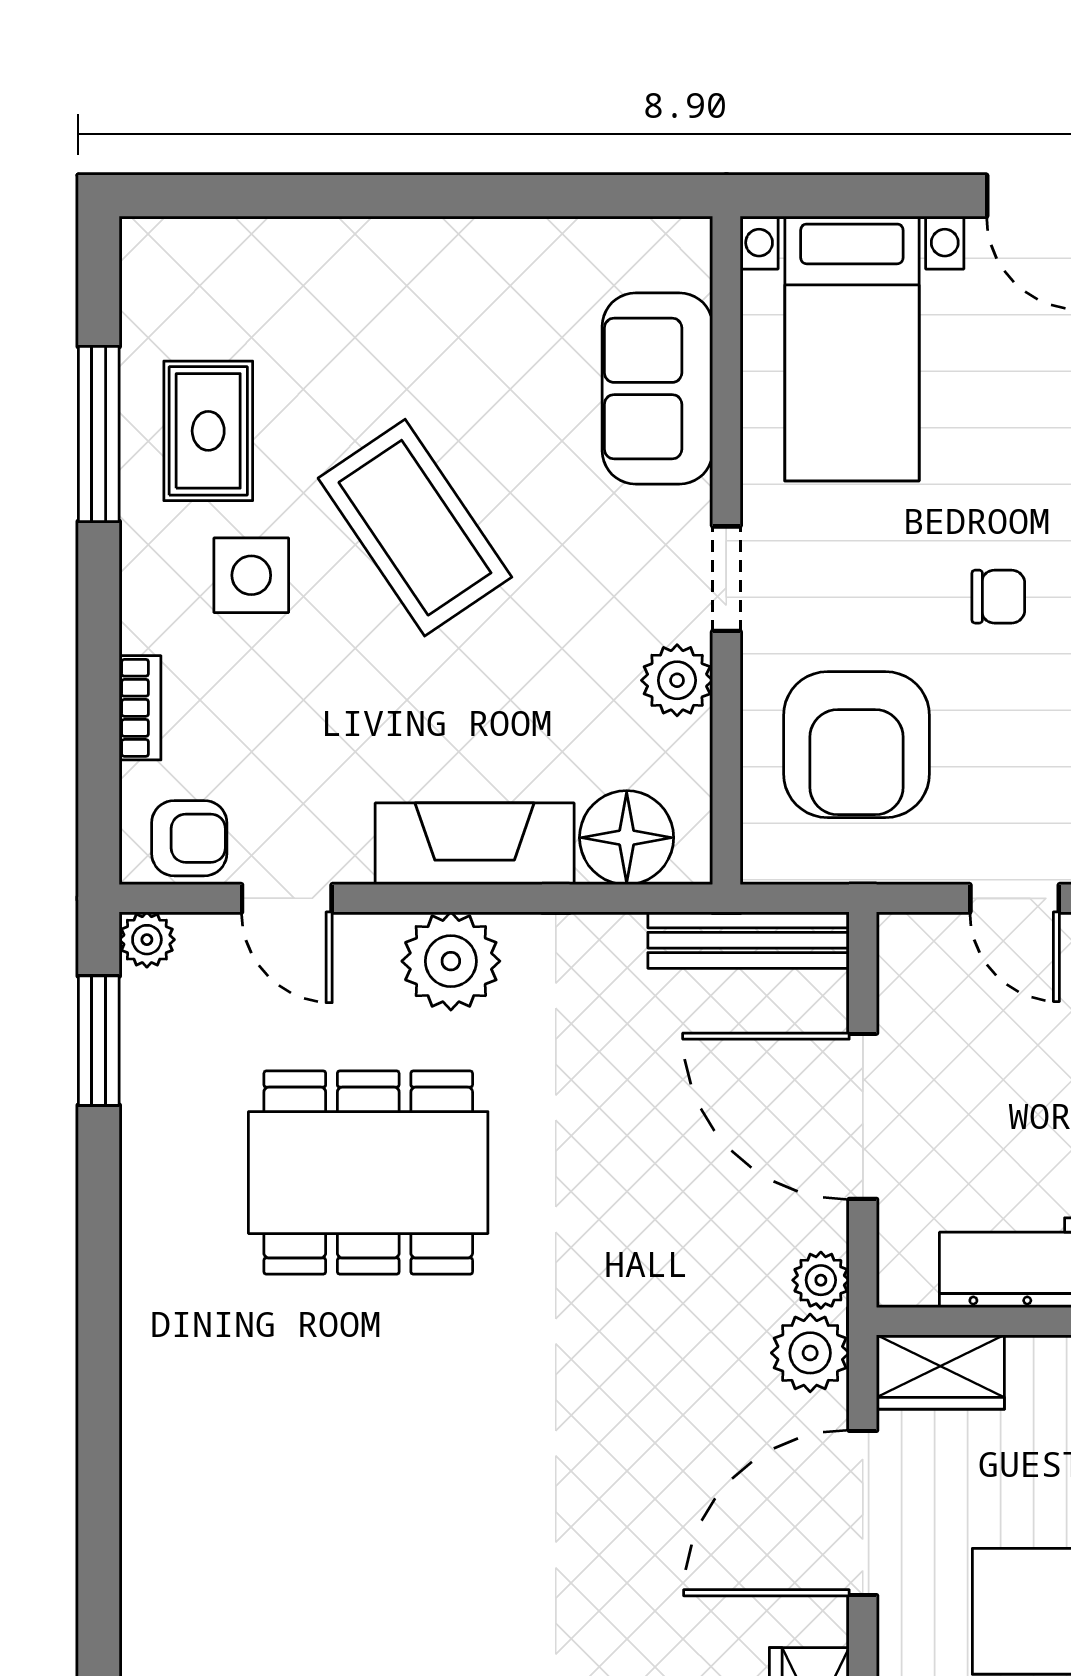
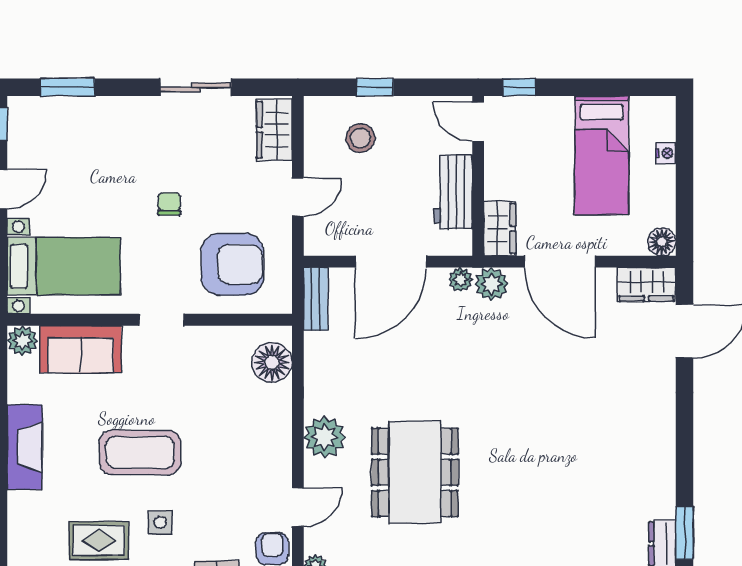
coffee table: (415, 528) -> (140, 453), turned 34
side table: (251, 575) -> (160, 522), width x0.73, depth x0.73
plant: (677, 680) -> (22, 341), moved
fireplace: (475, 844) -> (25, 447), moved, turned 180
bench: (748, 940) -> (316, 299), width x0.73

